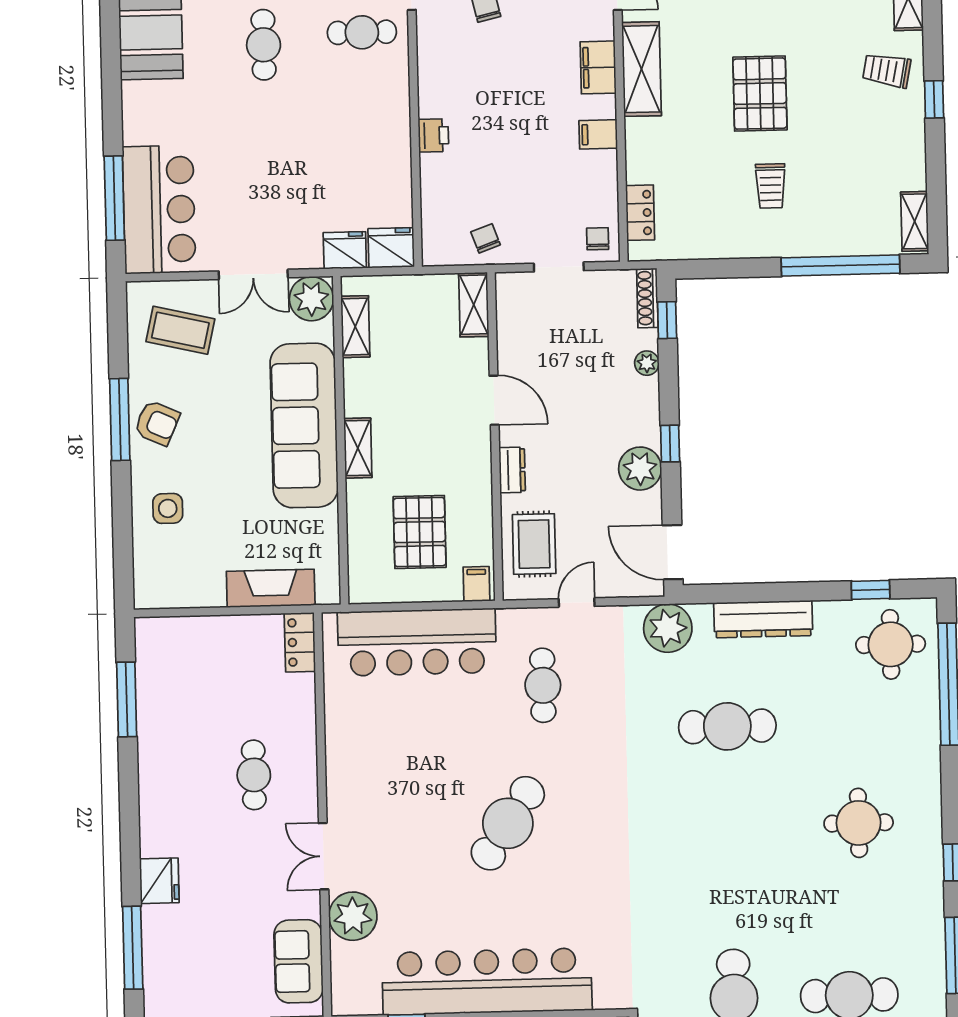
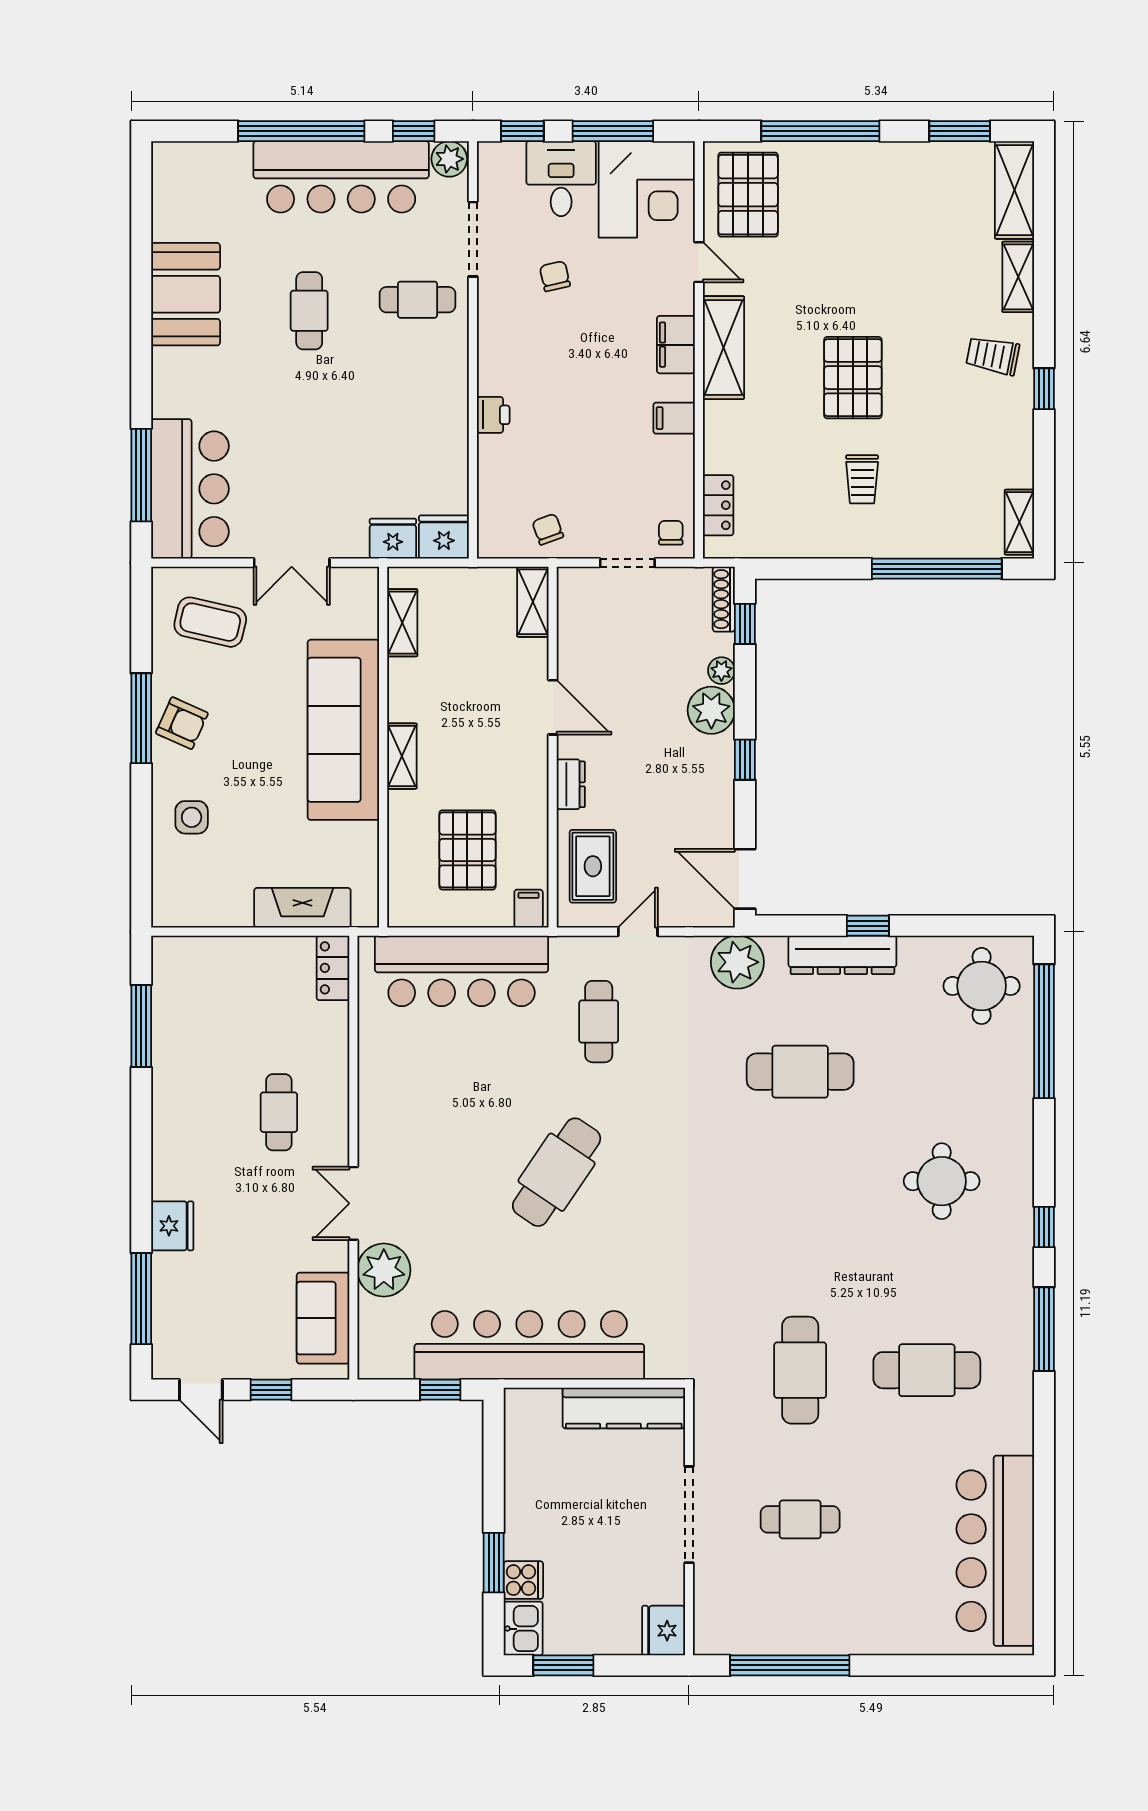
plant: (311, 299) -> (355, 591), removed
plant: (640, 469) -> (711, 710), moved
window: (871, 590) -> (868, 926), moved

